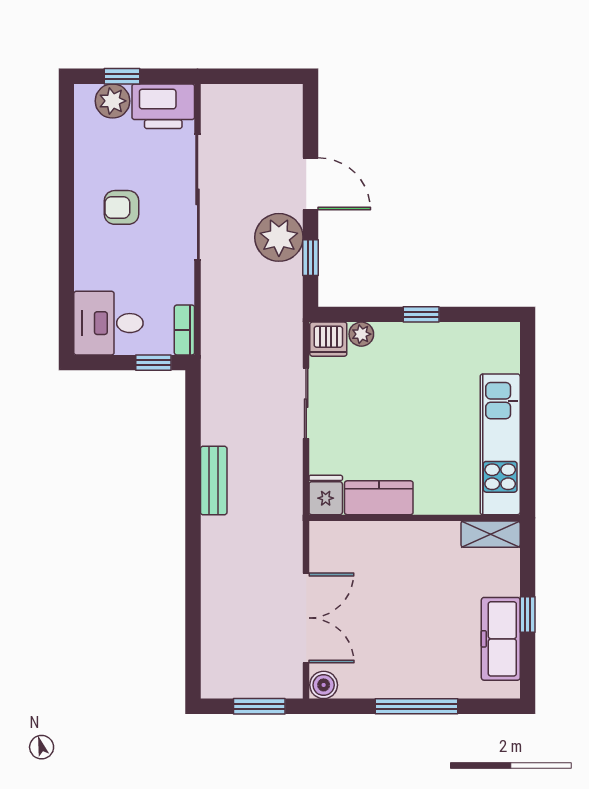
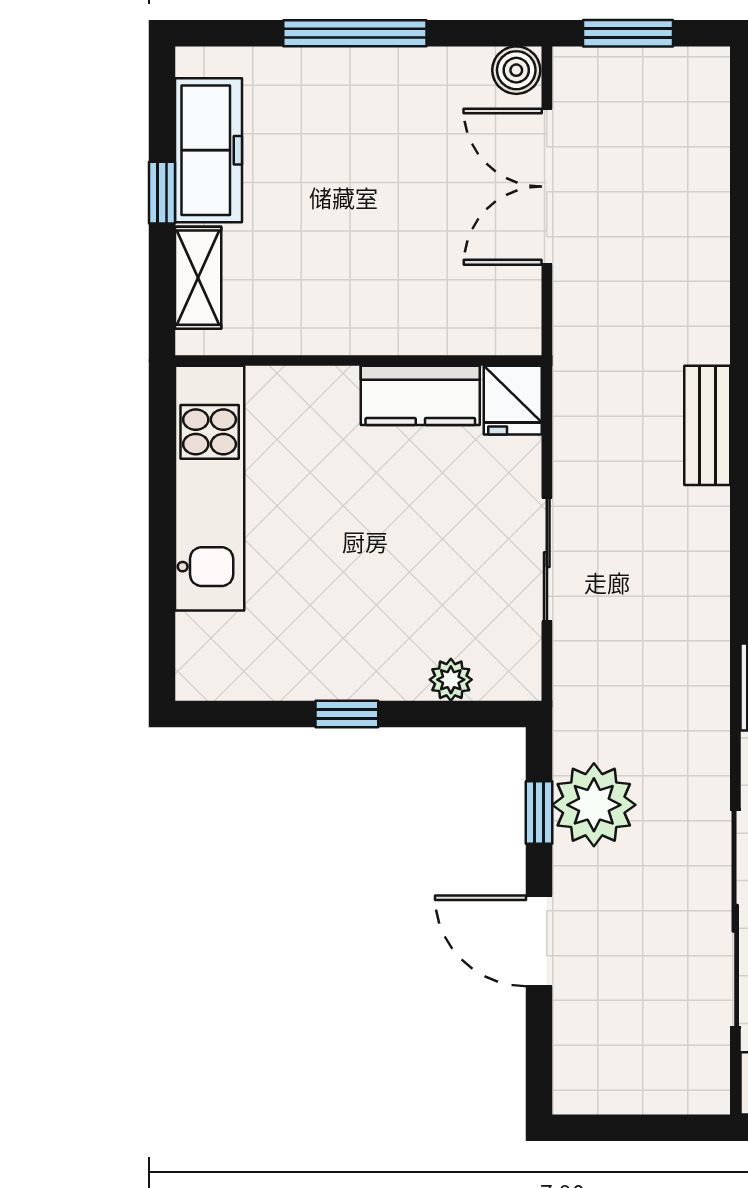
plant: (279, 237) -> (594, 805), moved
dishwasher: (328, 339) -> (508, 671), removed
shelving: (491, 534) -> (198, 278), moved, turned 90

